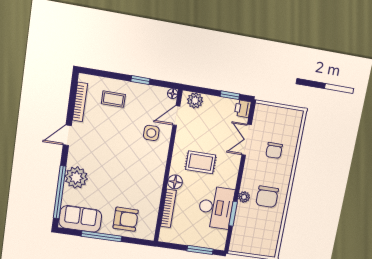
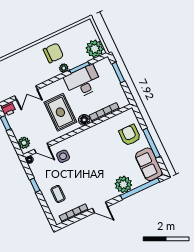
chair: (274, 150) -> (21, 70), removed
rug: (201, 162) -> (60, 112), width x1.36, depth x1.43
plant: (241, 242) -> (95, 49), added

